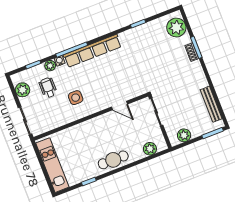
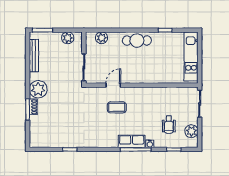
plant: (176, 28) -> (38, 89), moved
row of seats: (92, 51) -> (132, 141), width x0.50
plant: (50, 66) -> (160, 143), removed
coffee table: (107, 85) -> (117, 107), added
side table: (76, 98) -> (148, 107), removed
door: (120, 106) -> (113, 85), hinge flipped

